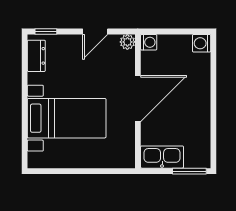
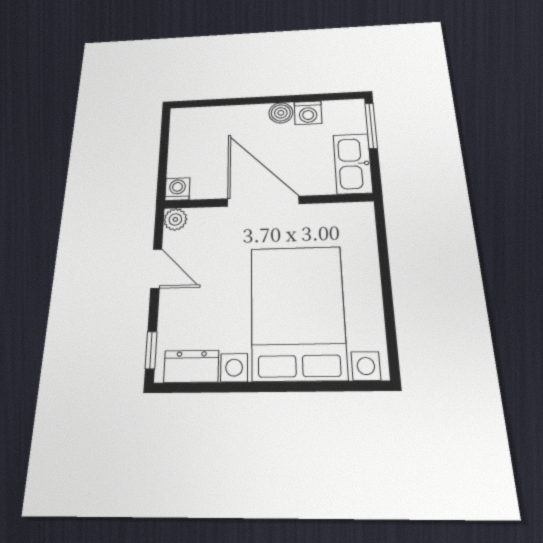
washing machine: (202, 43) -> (308, 113), moved
boiler: (203, 111) -> (281, 113), added
bed with nightstands: (67, 118) -> (298, 312), width x1.36

